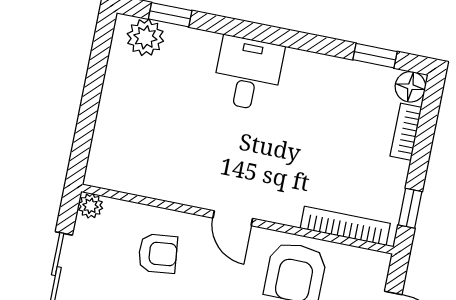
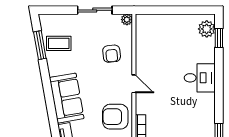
door: (233, 218) -> (134, 84), swing flipped

